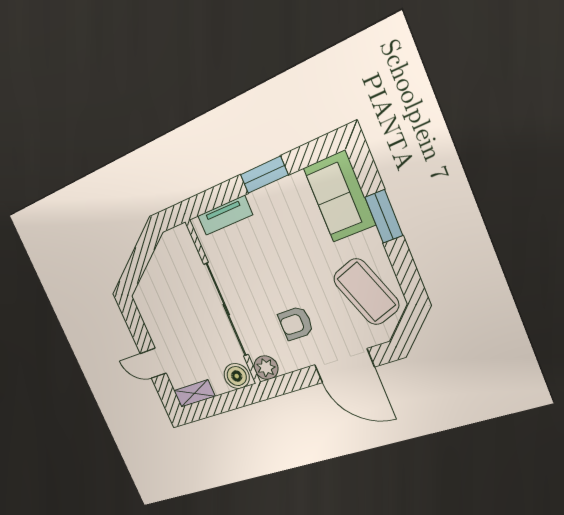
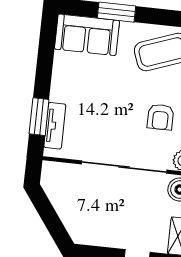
window: (264, 175) -> (39, 117), moved

